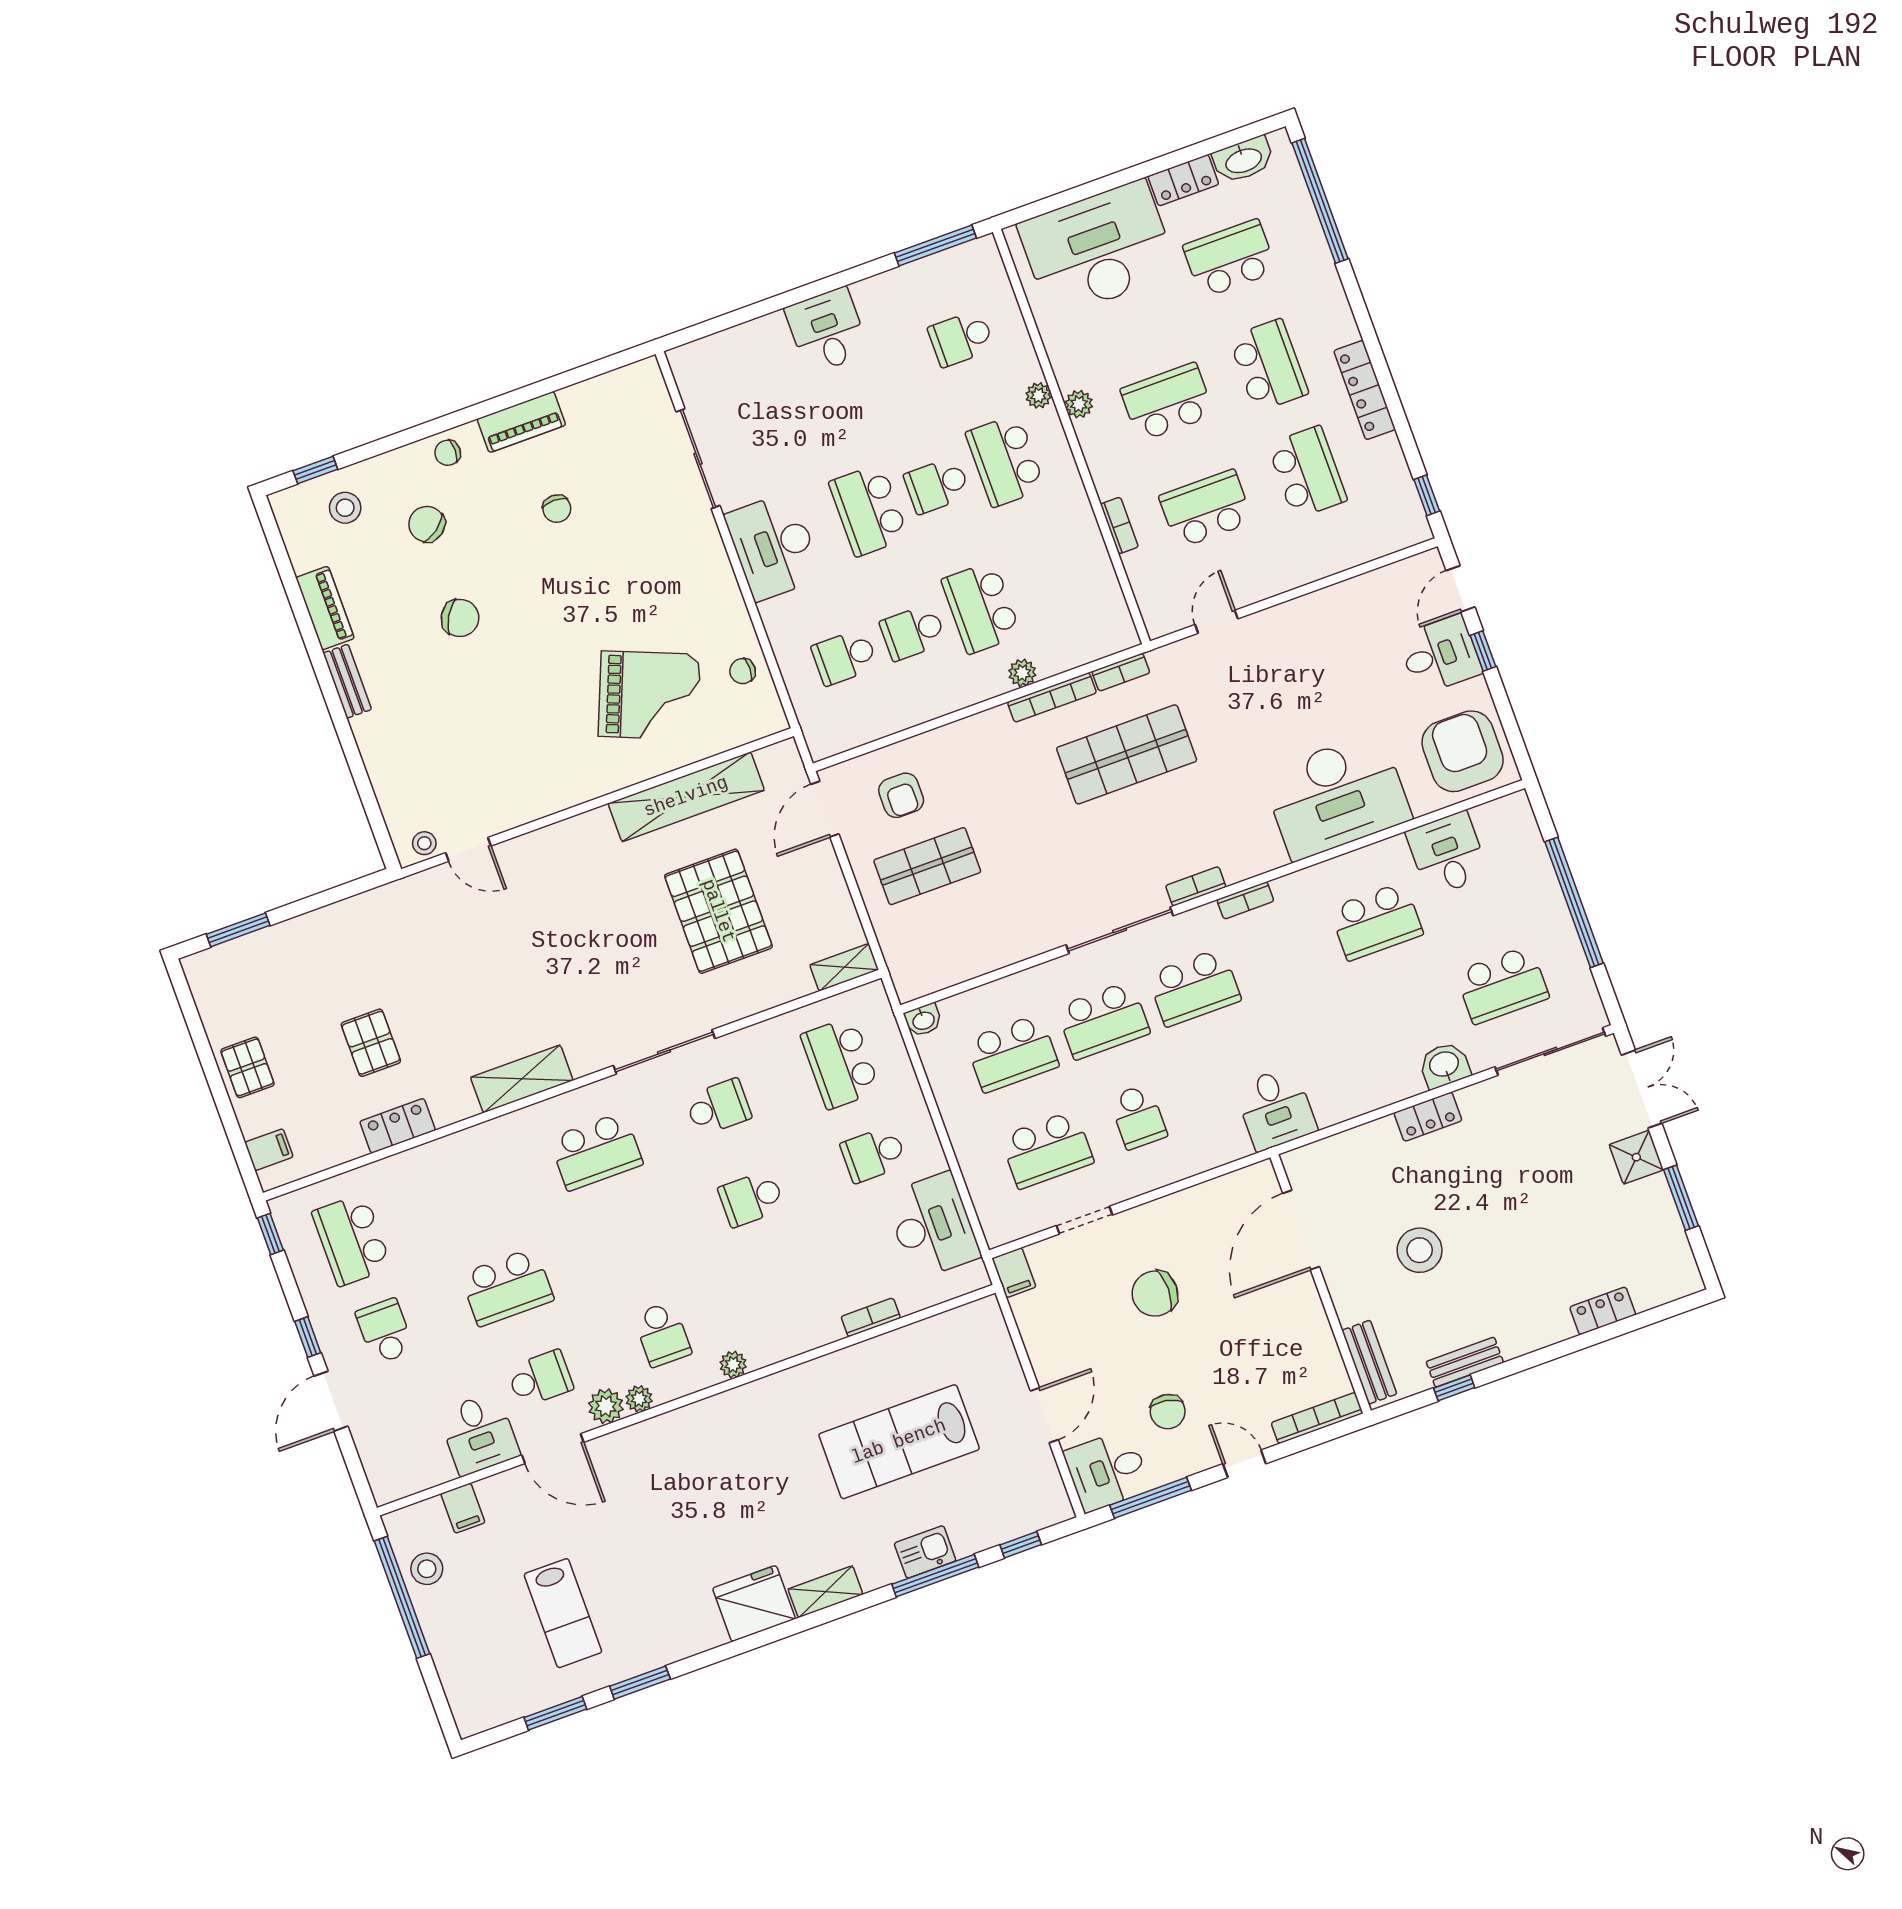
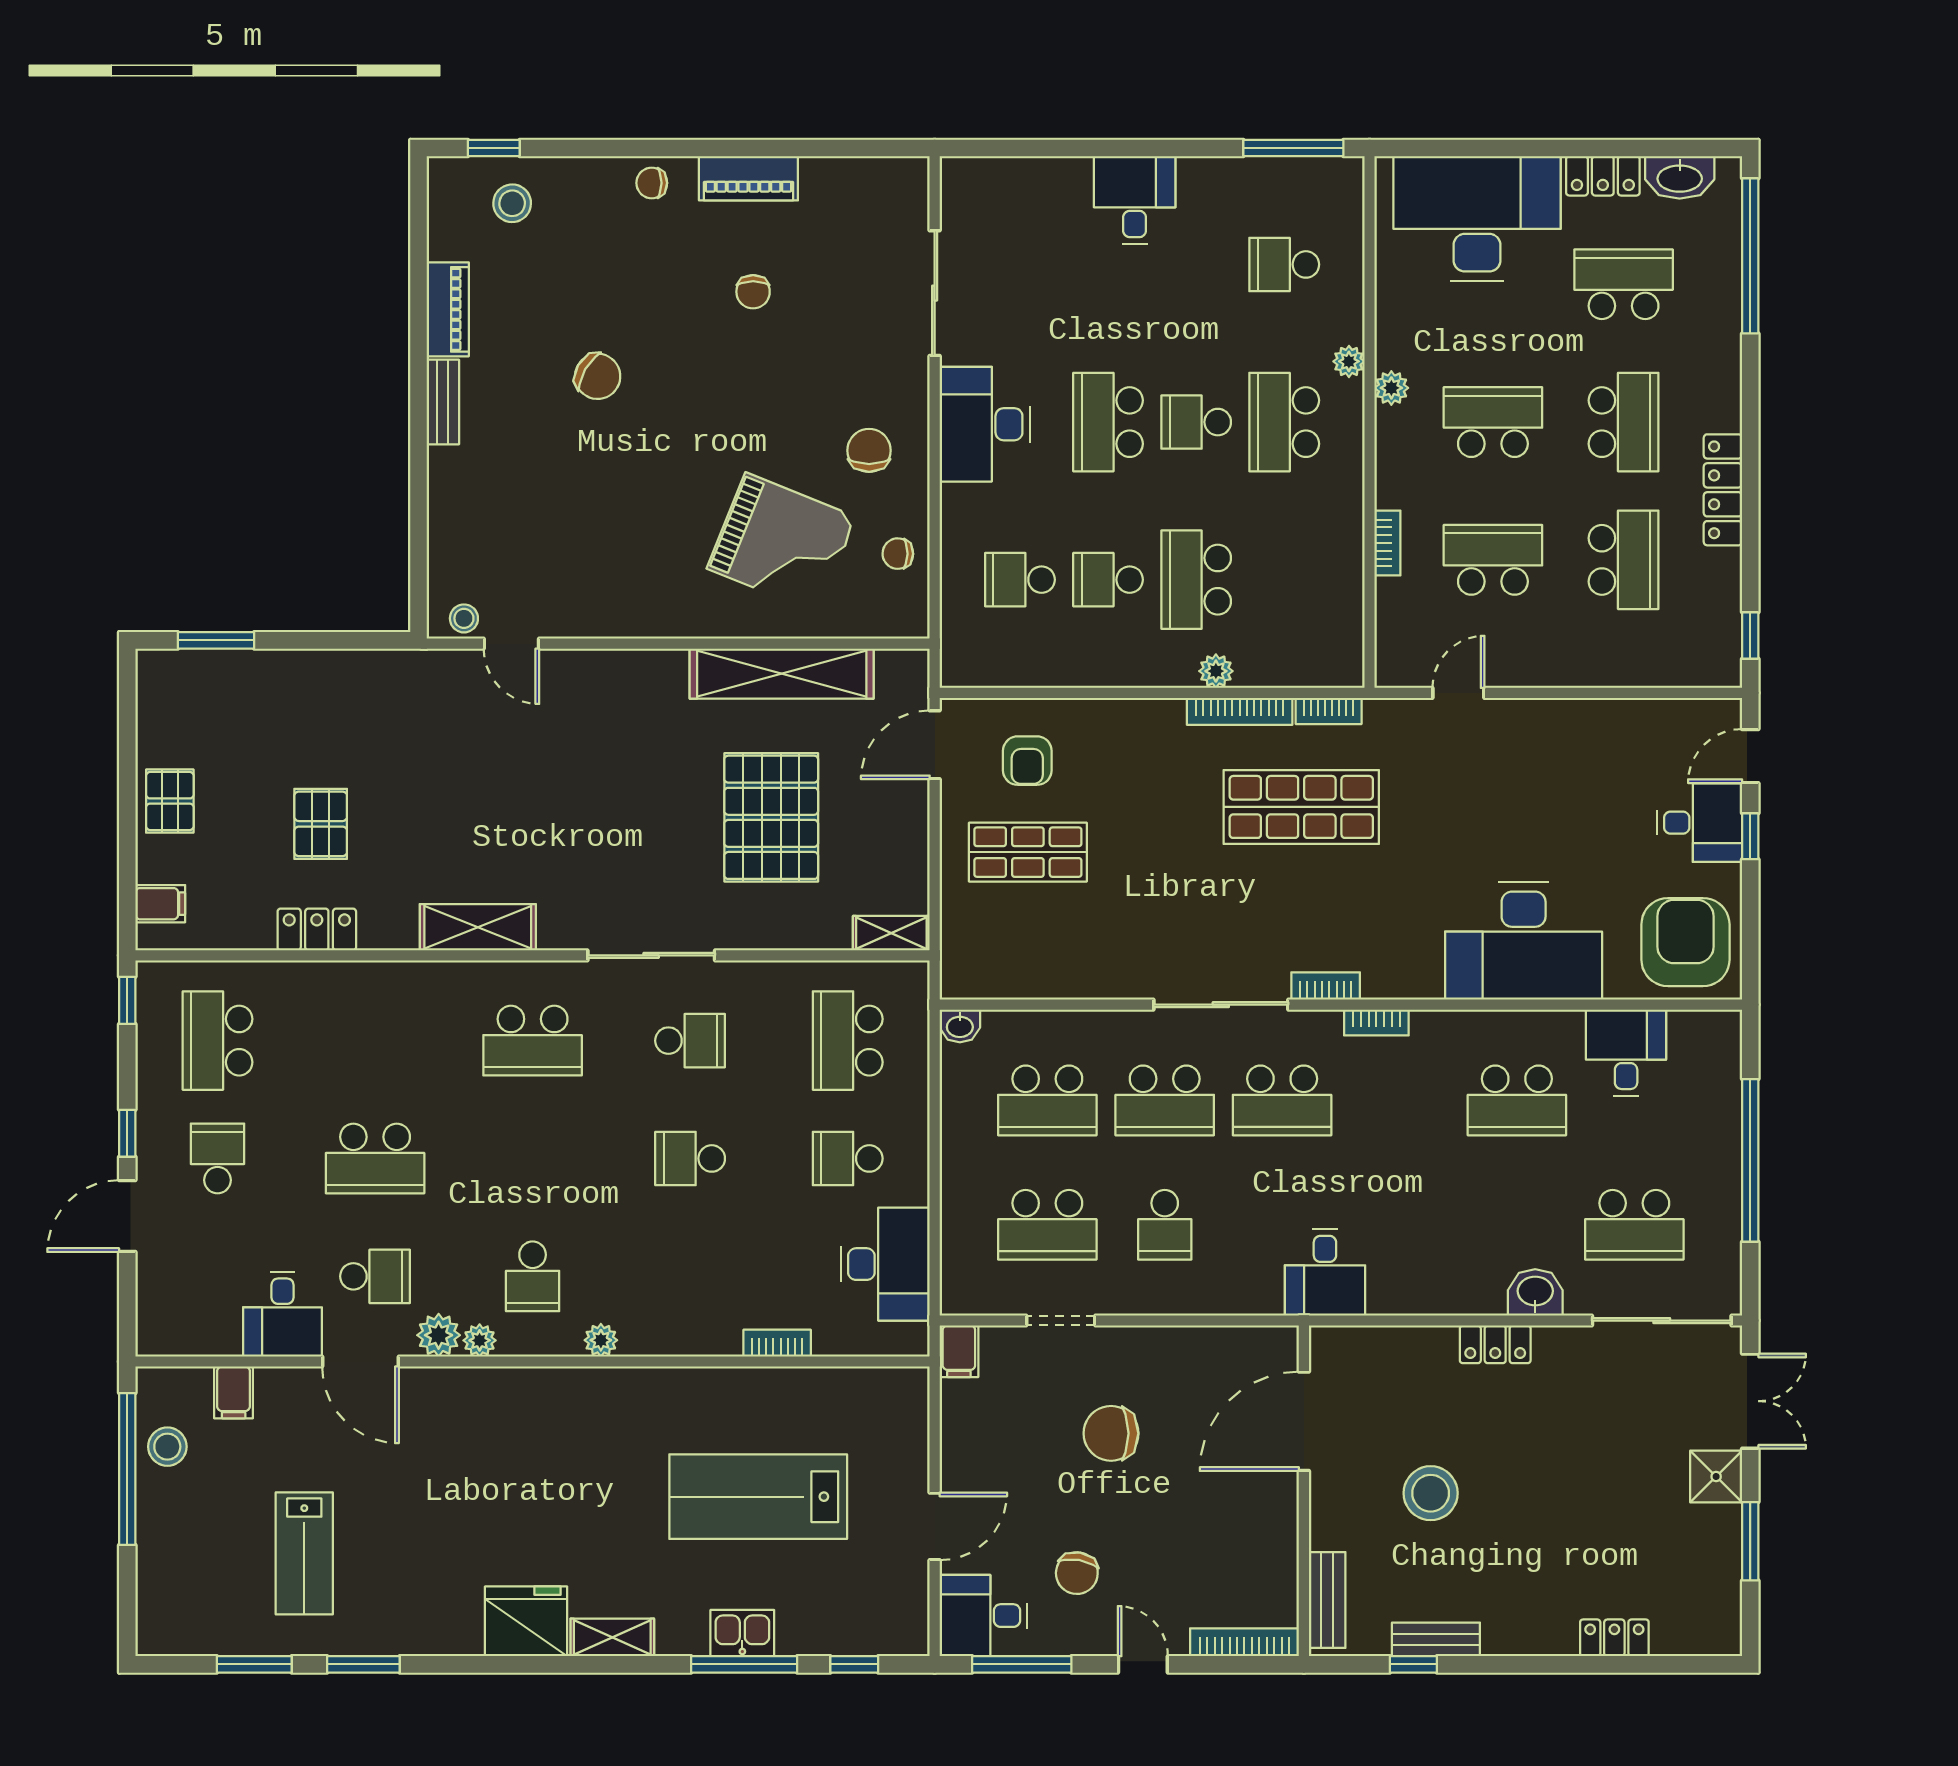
chair: (427, 524) -> (869, 450), moved, turned 37

